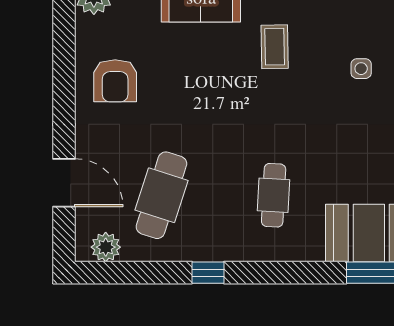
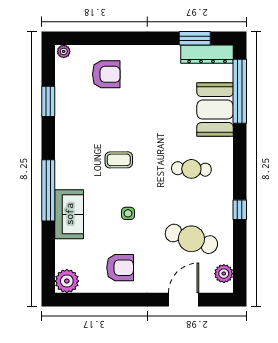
coffee table: (275, 47) -> (119, 160), moved
side table: (361, 69) -> (128, 213), moved

